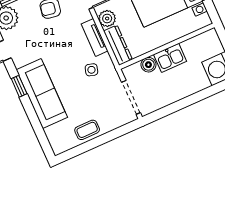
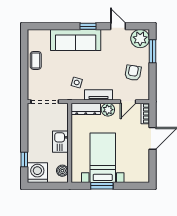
boiler: (148, 65) -> (62, 171), moved
window: (210, 91) -> (24, 160), added

